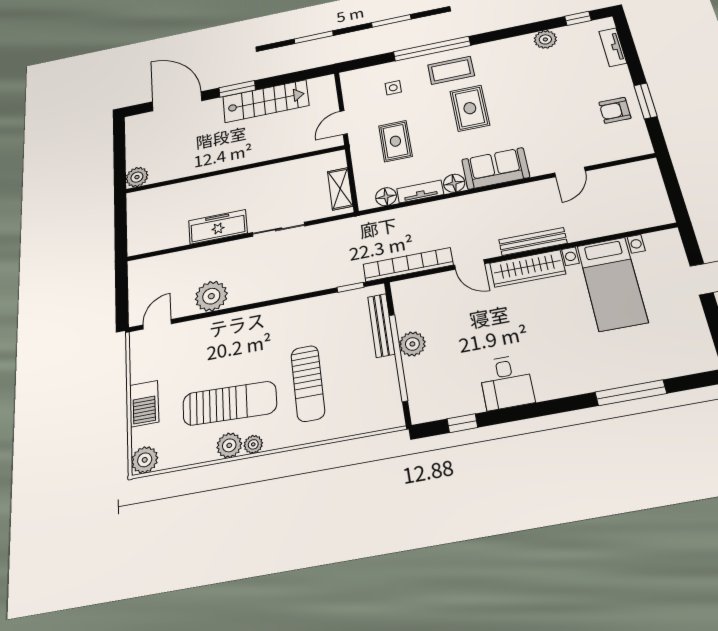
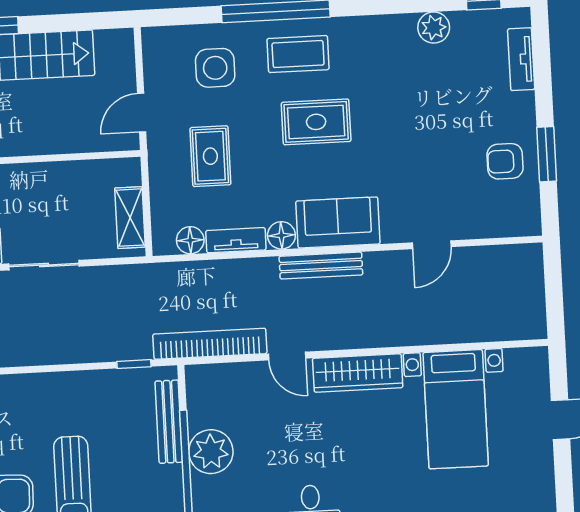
side table: (393, 88) -> (215, 68), width x1.87, depth x1.87
rug: (470, 108) -> (316, 122), turned 90
bench: (533, 241) -> (321, 266), moved
plant: (412, 344) -> (211, 452), width x1.36, depth x1.36

